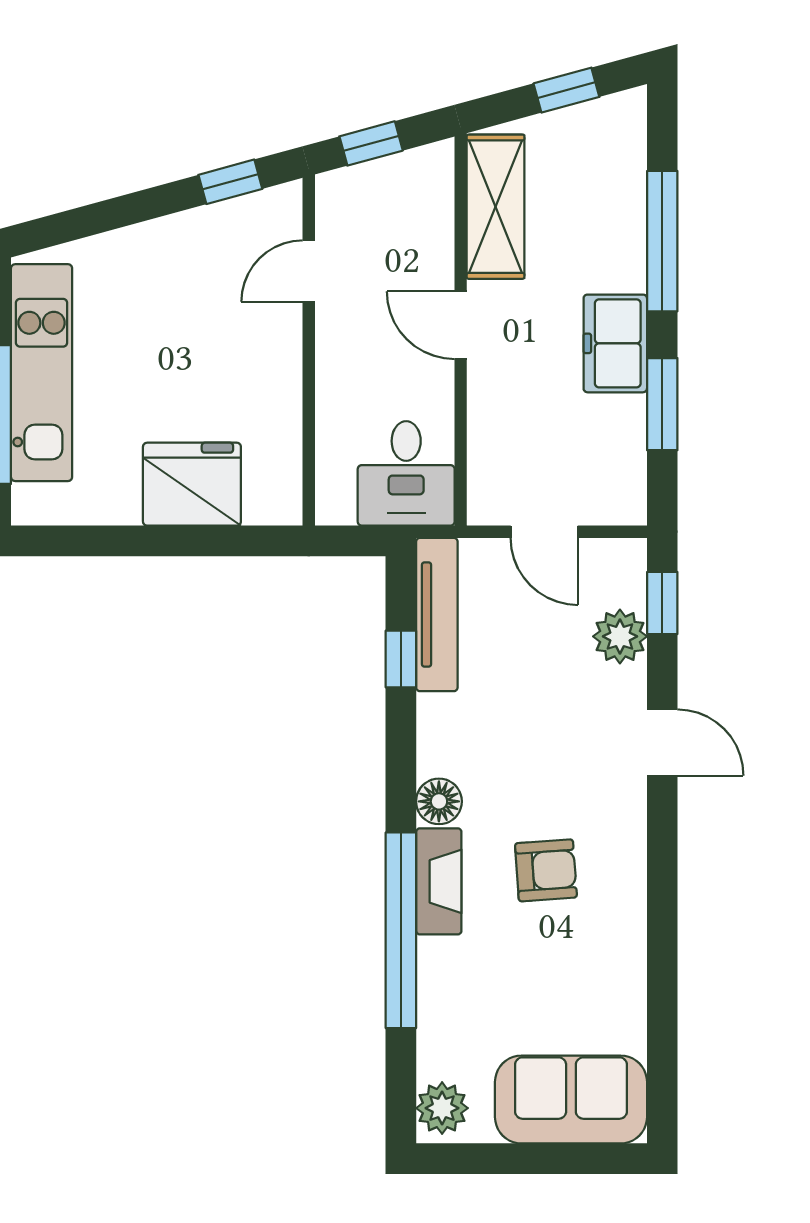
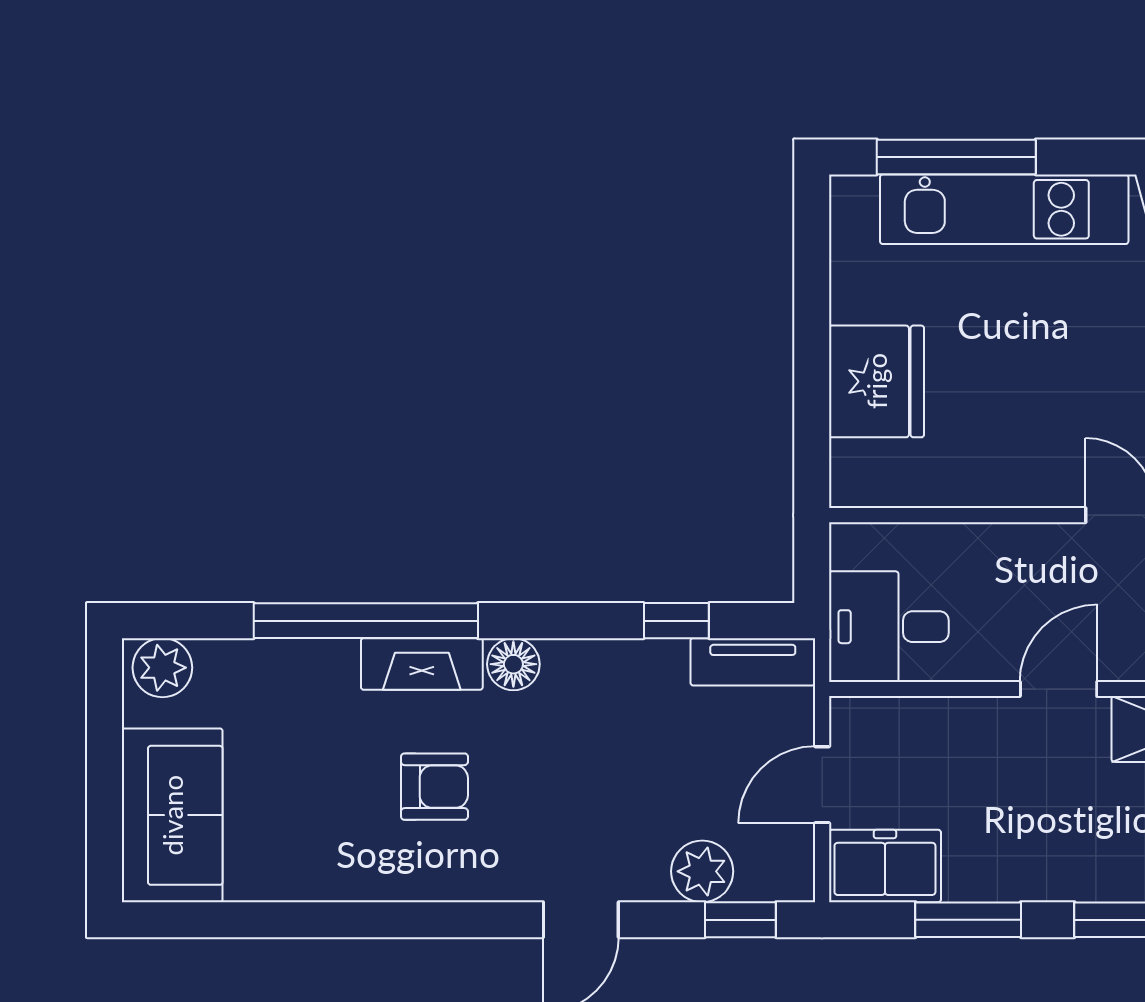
freezer: (615, 343) -> (885, 866), moved
tv unit: (437, 615) -> (753, 662), width x0.71
armchair: (546, 870) -> (434, 787), turned -86

